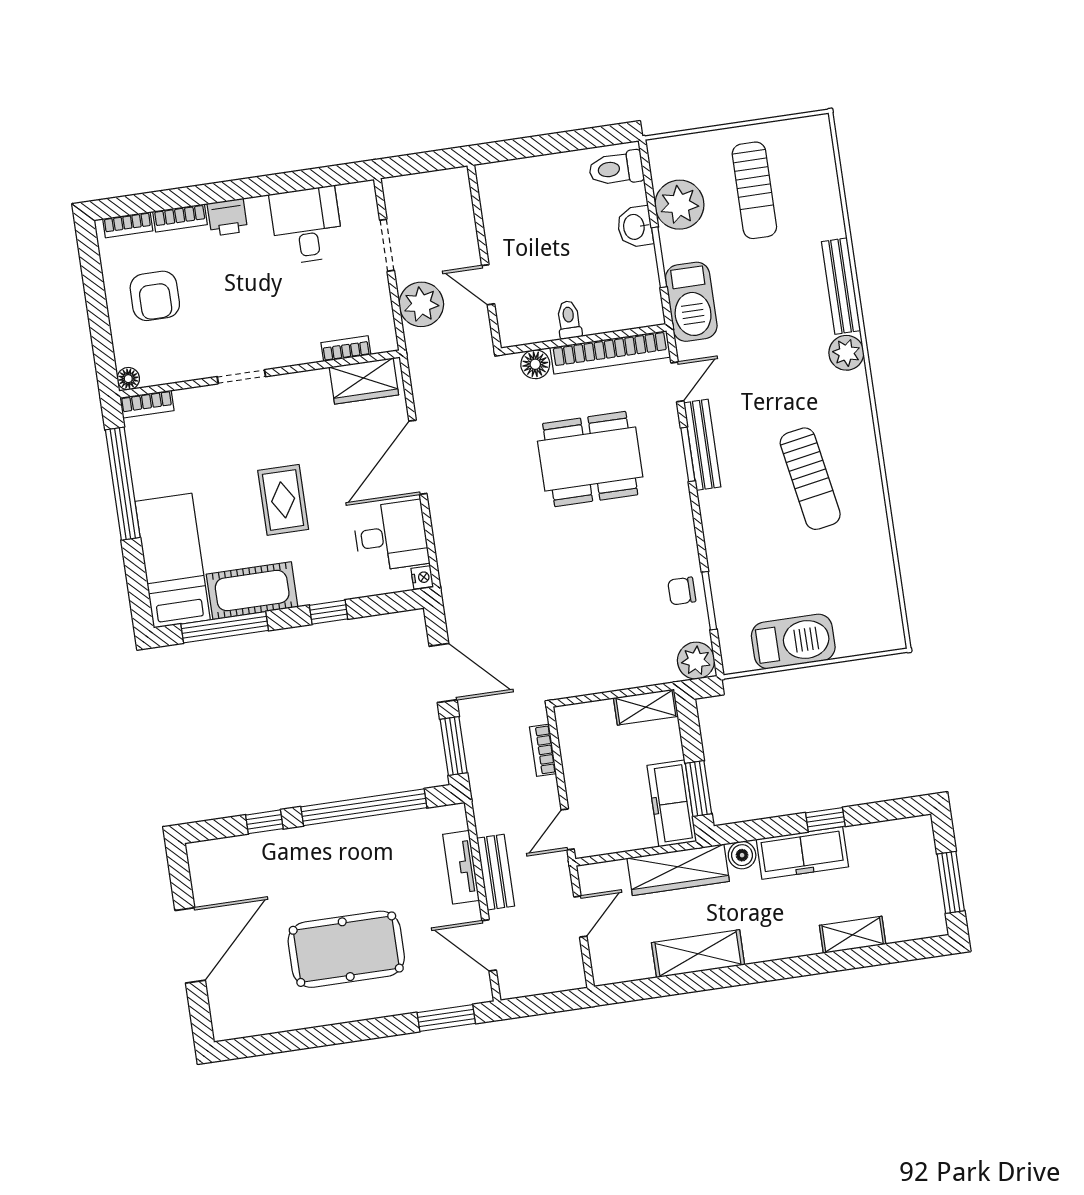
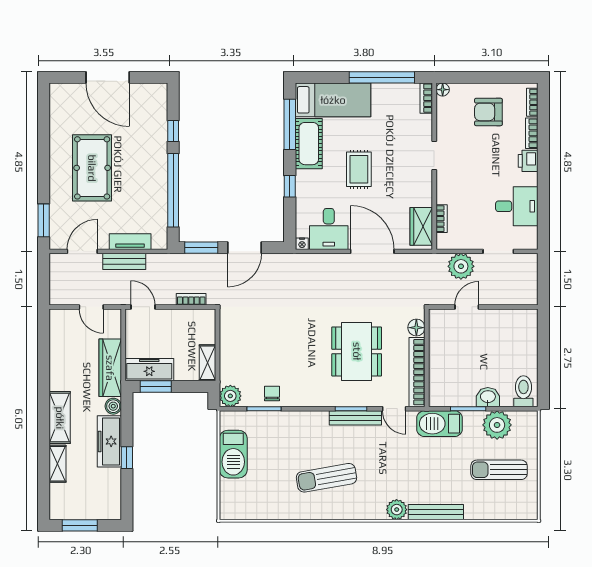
toilet: (569, 320) -> (439, 351), removed
rug: (283, 500) -> (359, 169), turned 90
shelving: (698, 954) -> (60, 418), moved

